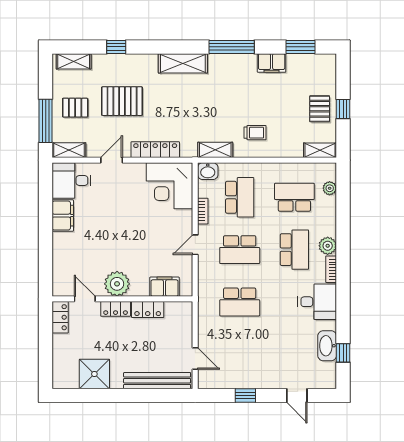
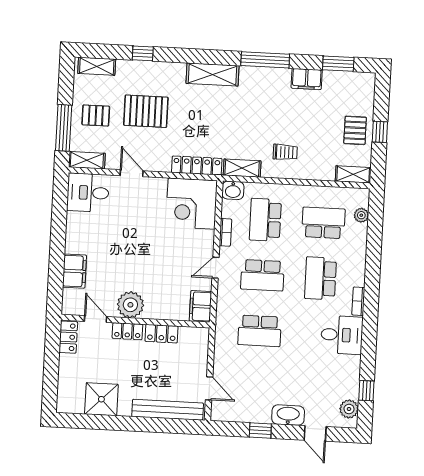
locker: (155, 150) -> (197, 166), moved
door: (112, 160) -> (132, 173), hinge flipped
school desk: (240, 197) -> (265, 220), turned 180
filing cabinet: (63, 216) -> (74, 271), moved
plant: (328, 246) -> (349, 409), moved
school desk: (294, 250) -> (320, 278), turned 180
filing cabinet: (164, 287) -> (200, 306), moved, turned -90
washbasin: (327, 346) -> (288, 415), moved, turned 90

